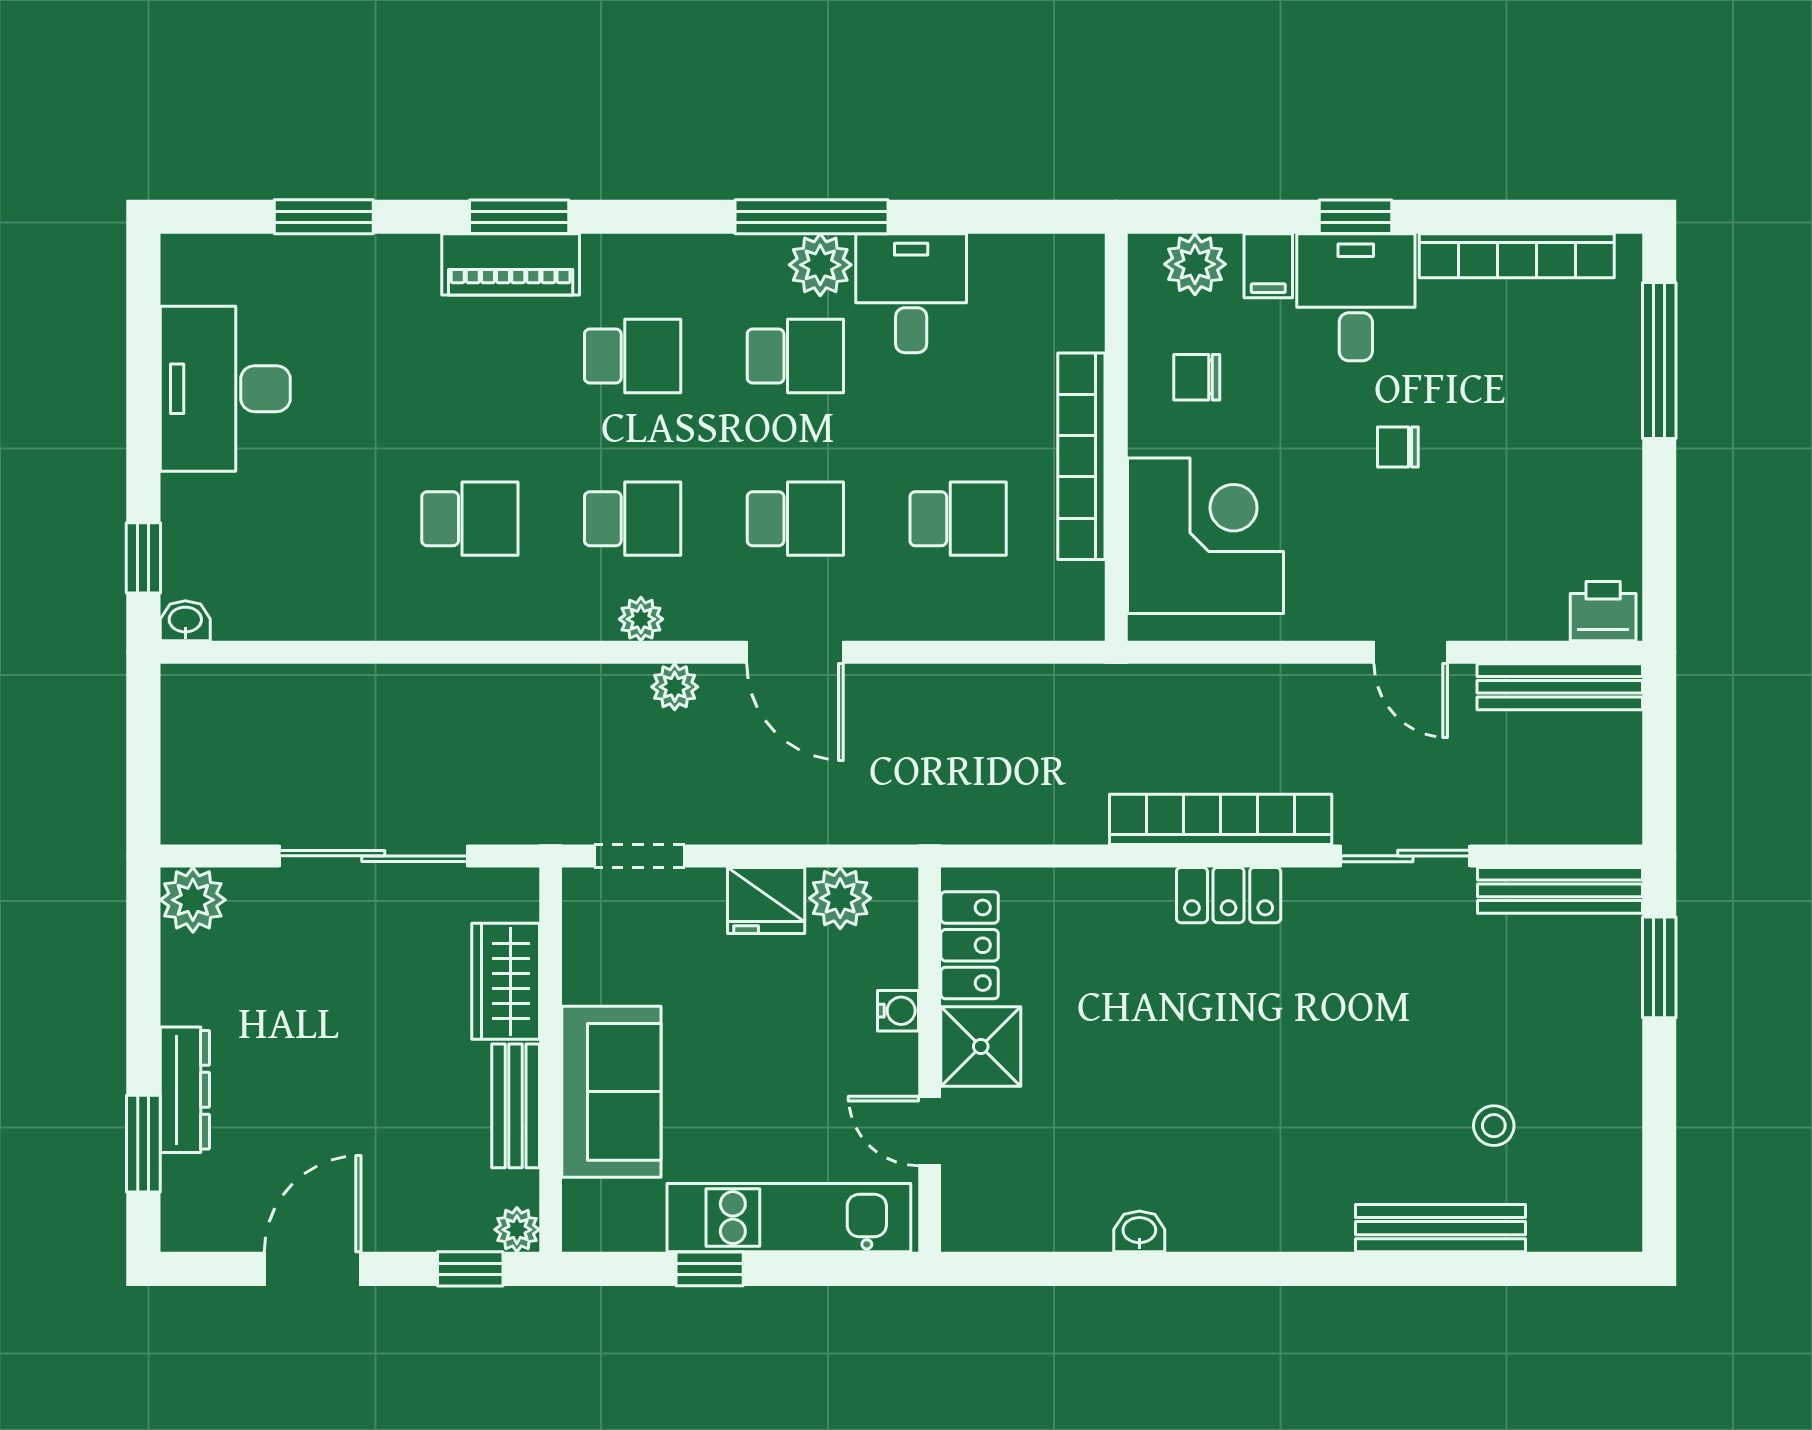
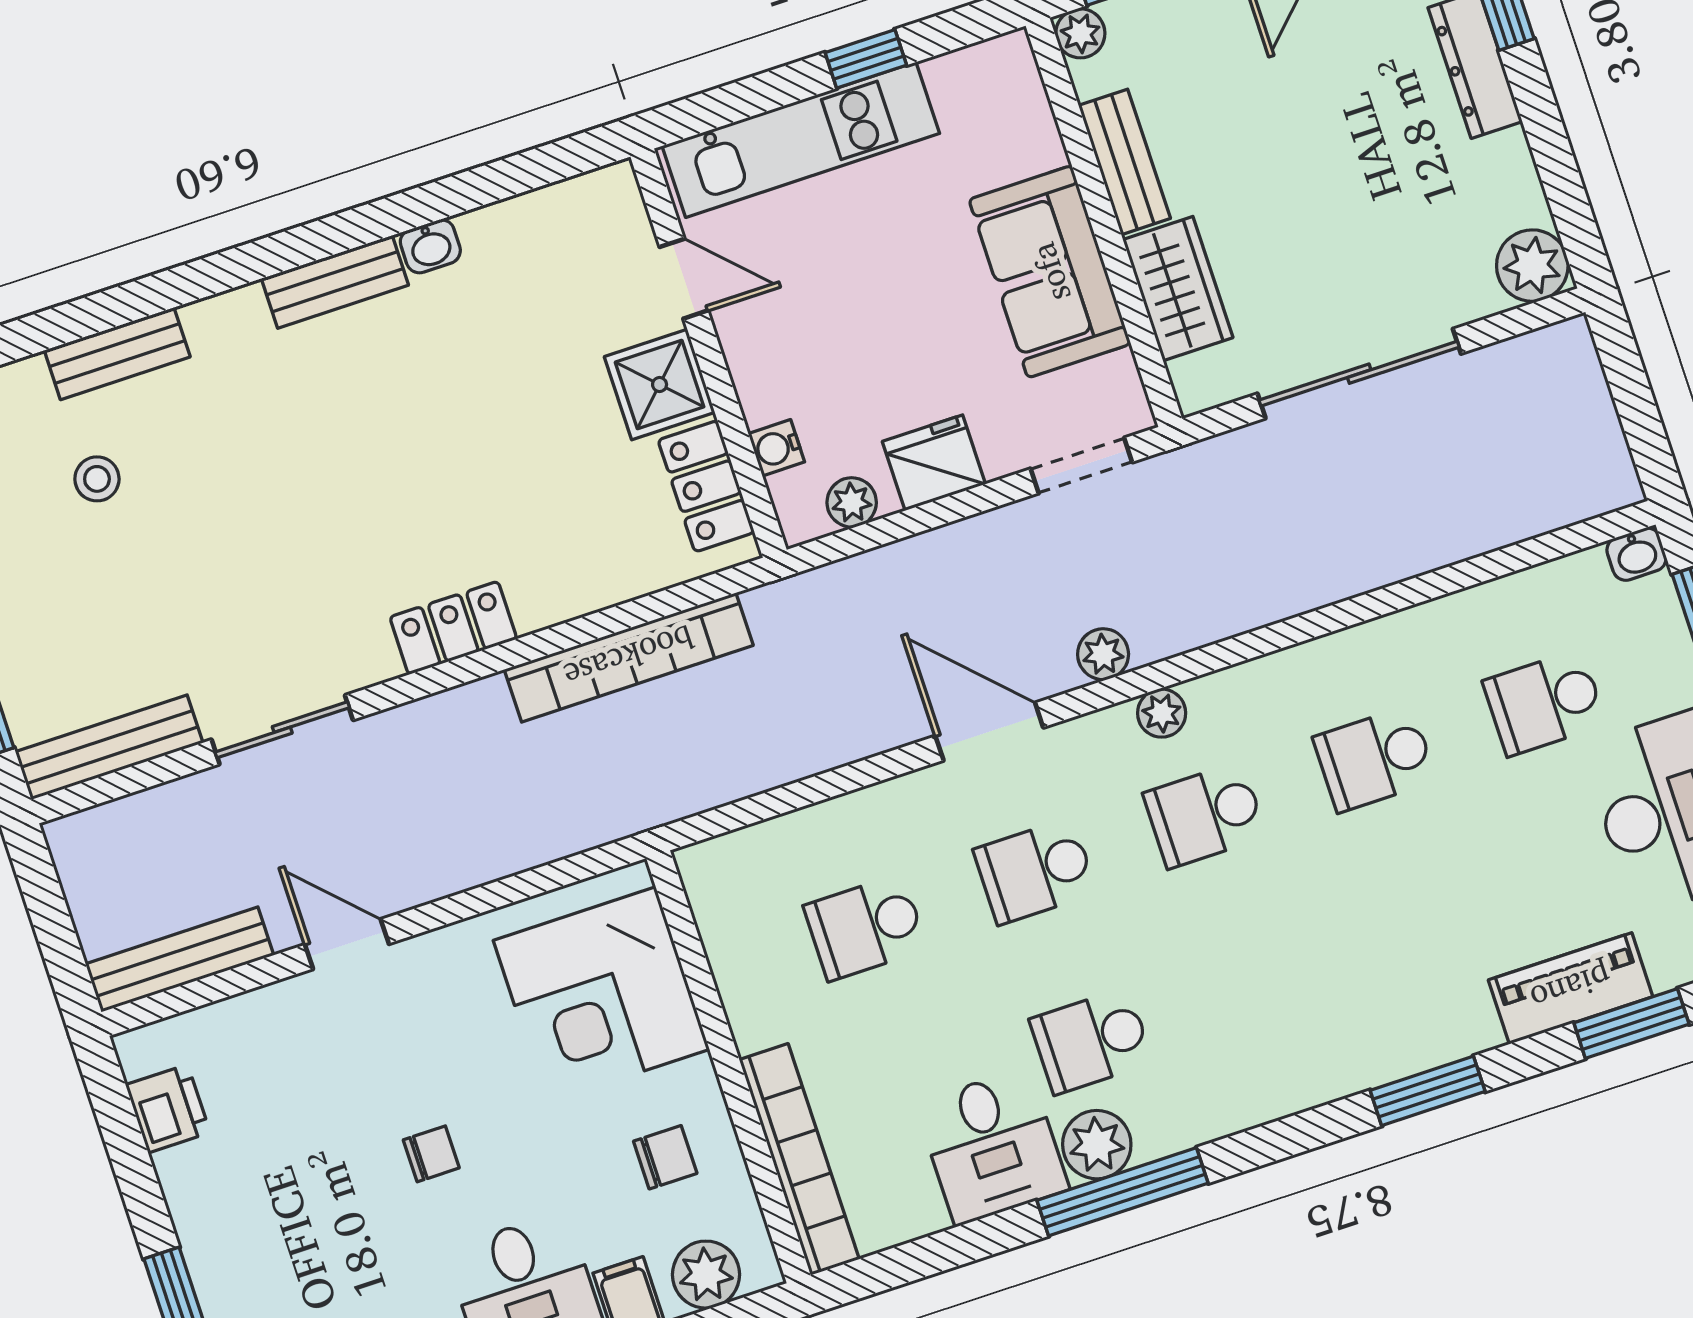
piano: (511, 264) -> (1571, 988), moved
school desk: (633, 356) -> (1545, 703), moved
bookcase: (1081, 456) -> (799, 1159), moved
printer: (1603, 611) -> (168, 1109), moved, turned -90
bookcase: (1221, 819) -> (629, 657), moved
plant: (840, 898) -> (852, 502), width x0.73, depth x0.73
water cooler: (898, 1011) -> (776, 448), moved
sofa: (611, 1092) -> (1050, 272), moved
bench: (1232, 1228) -> (335, 282), added
bench: (1441, 1228) -> (117, 354), width x0.73

